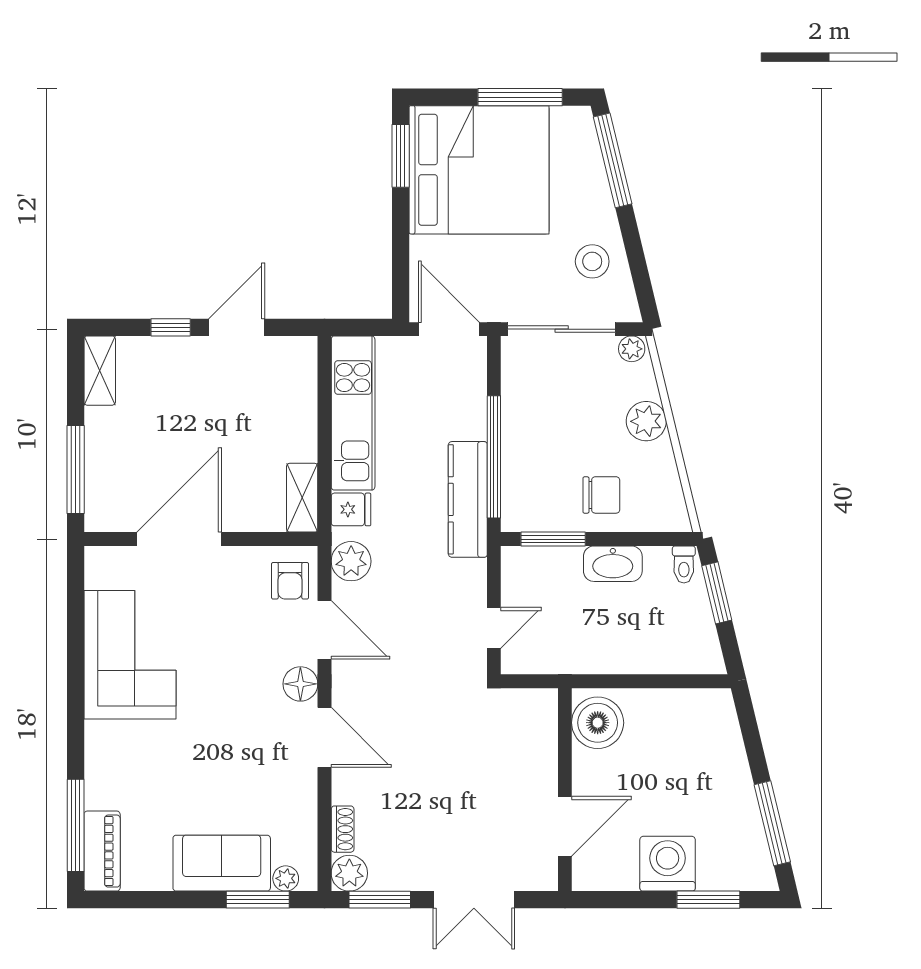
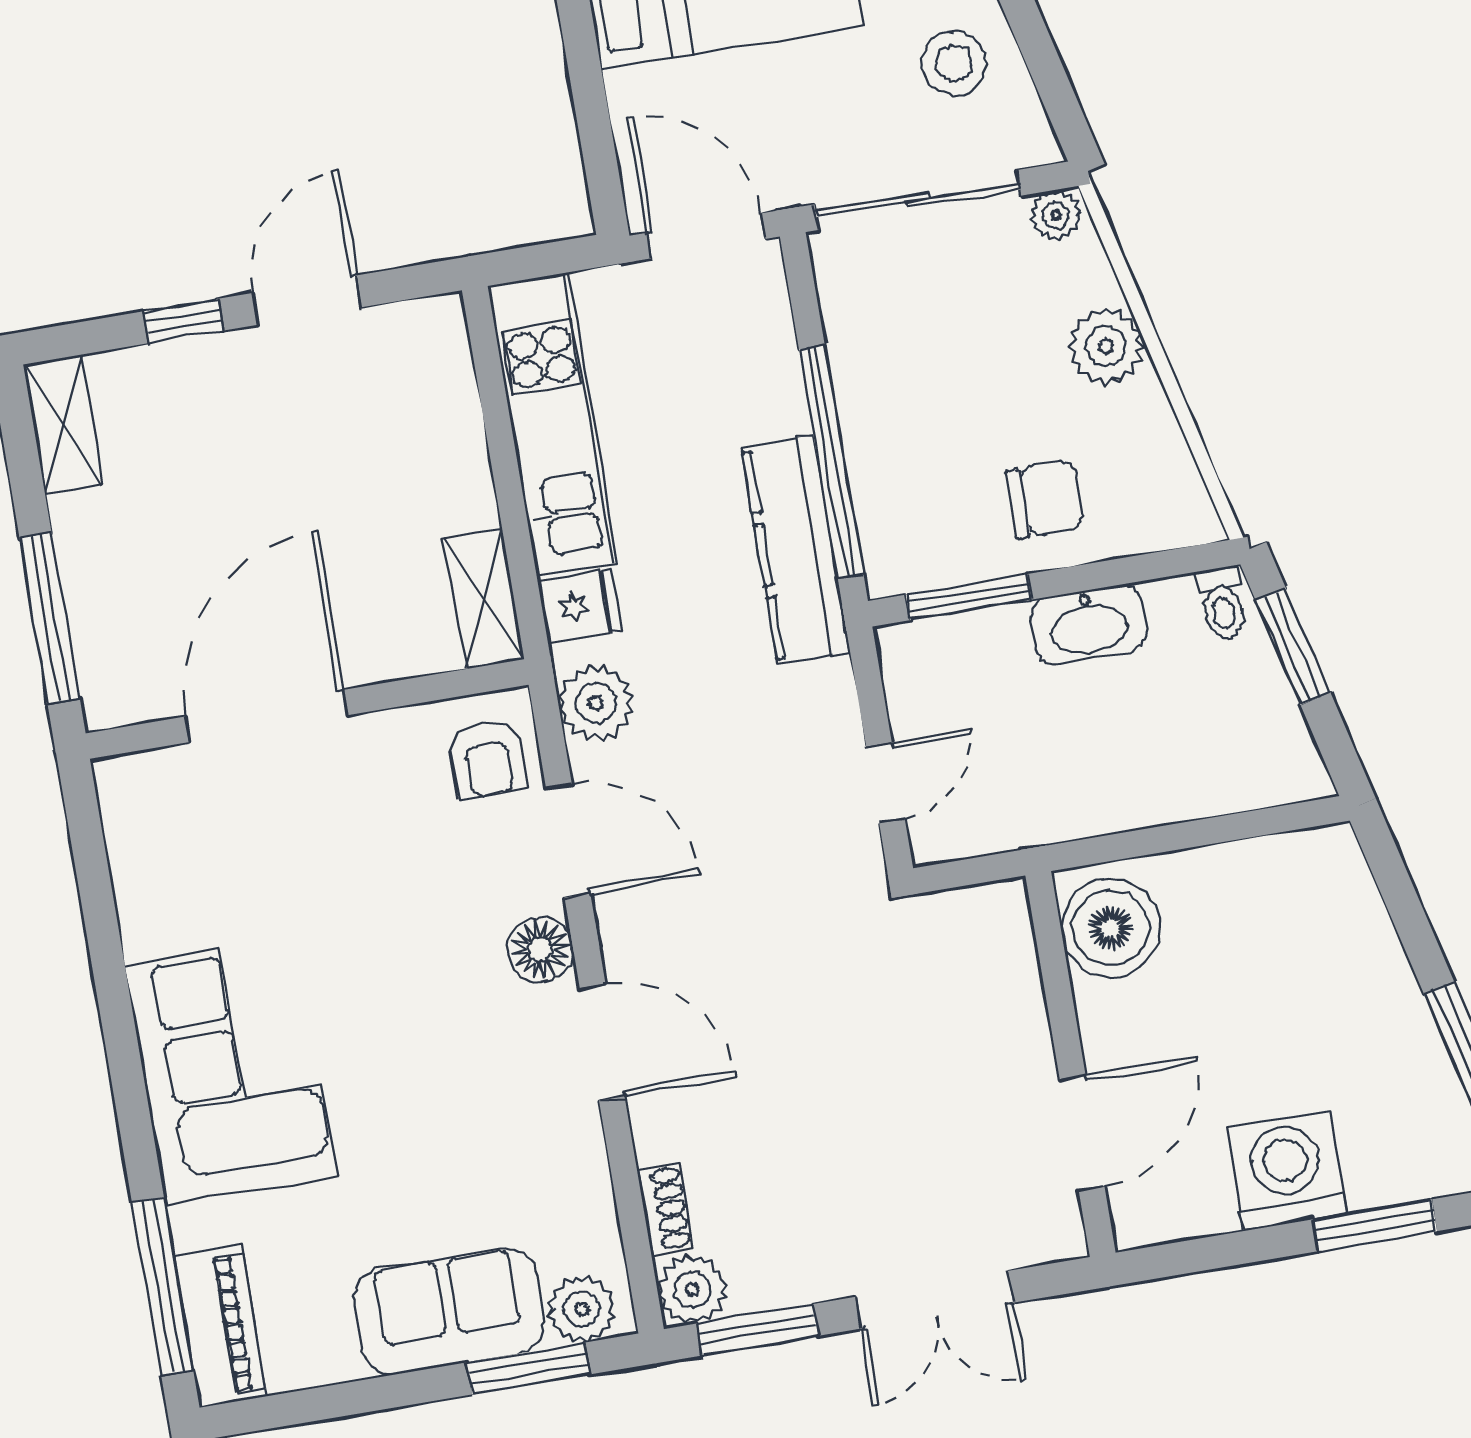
corner sofa: (130, 655) -> (231, 1070), moved
plant: (286, 878) -> (582, 1309), width x1.38, depth x1.38

